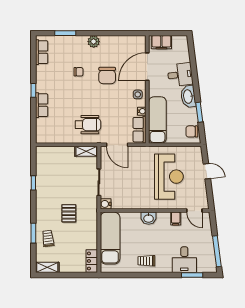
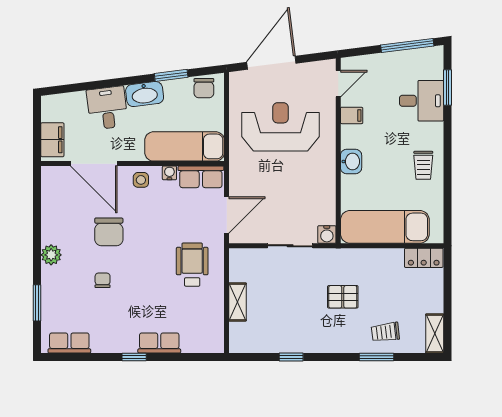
chair: (107, 75) -> (109, 232), turned 90
shelving: (86, 151) -> (238, 302), moved
door: (207, 171) -> (271, 63), width x1.87

